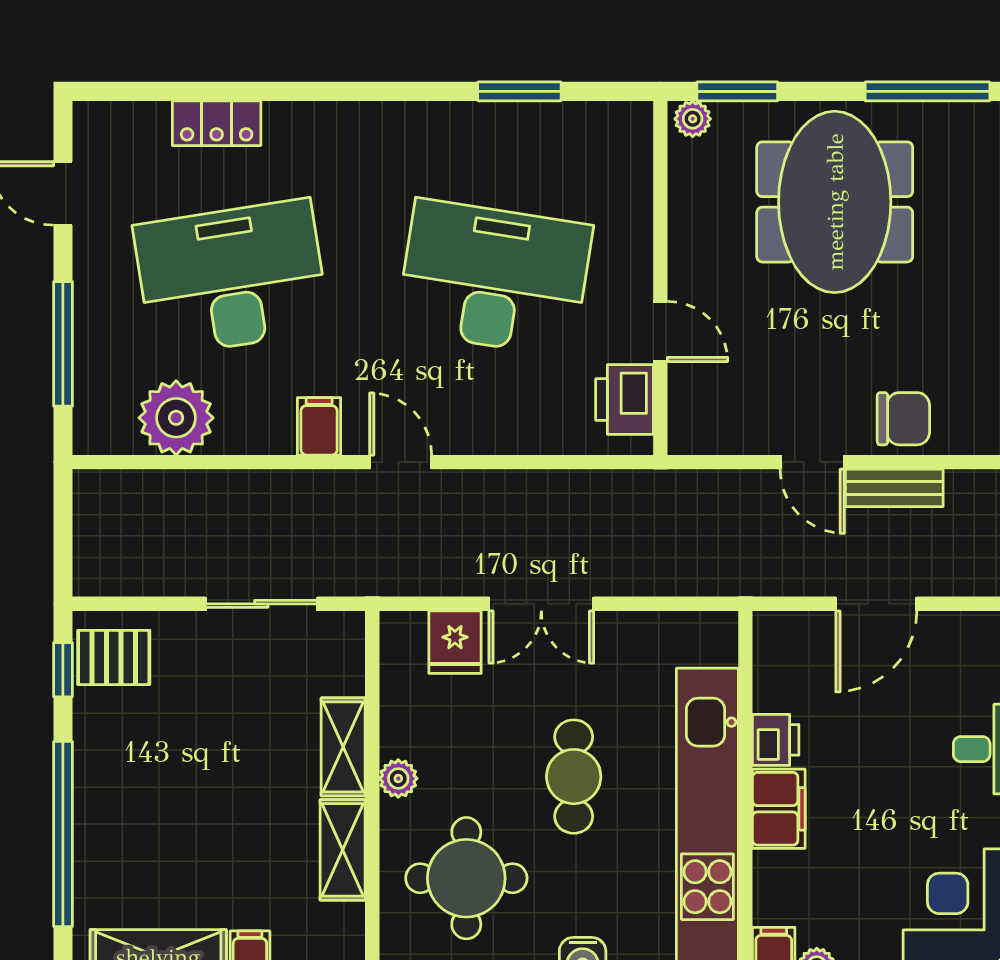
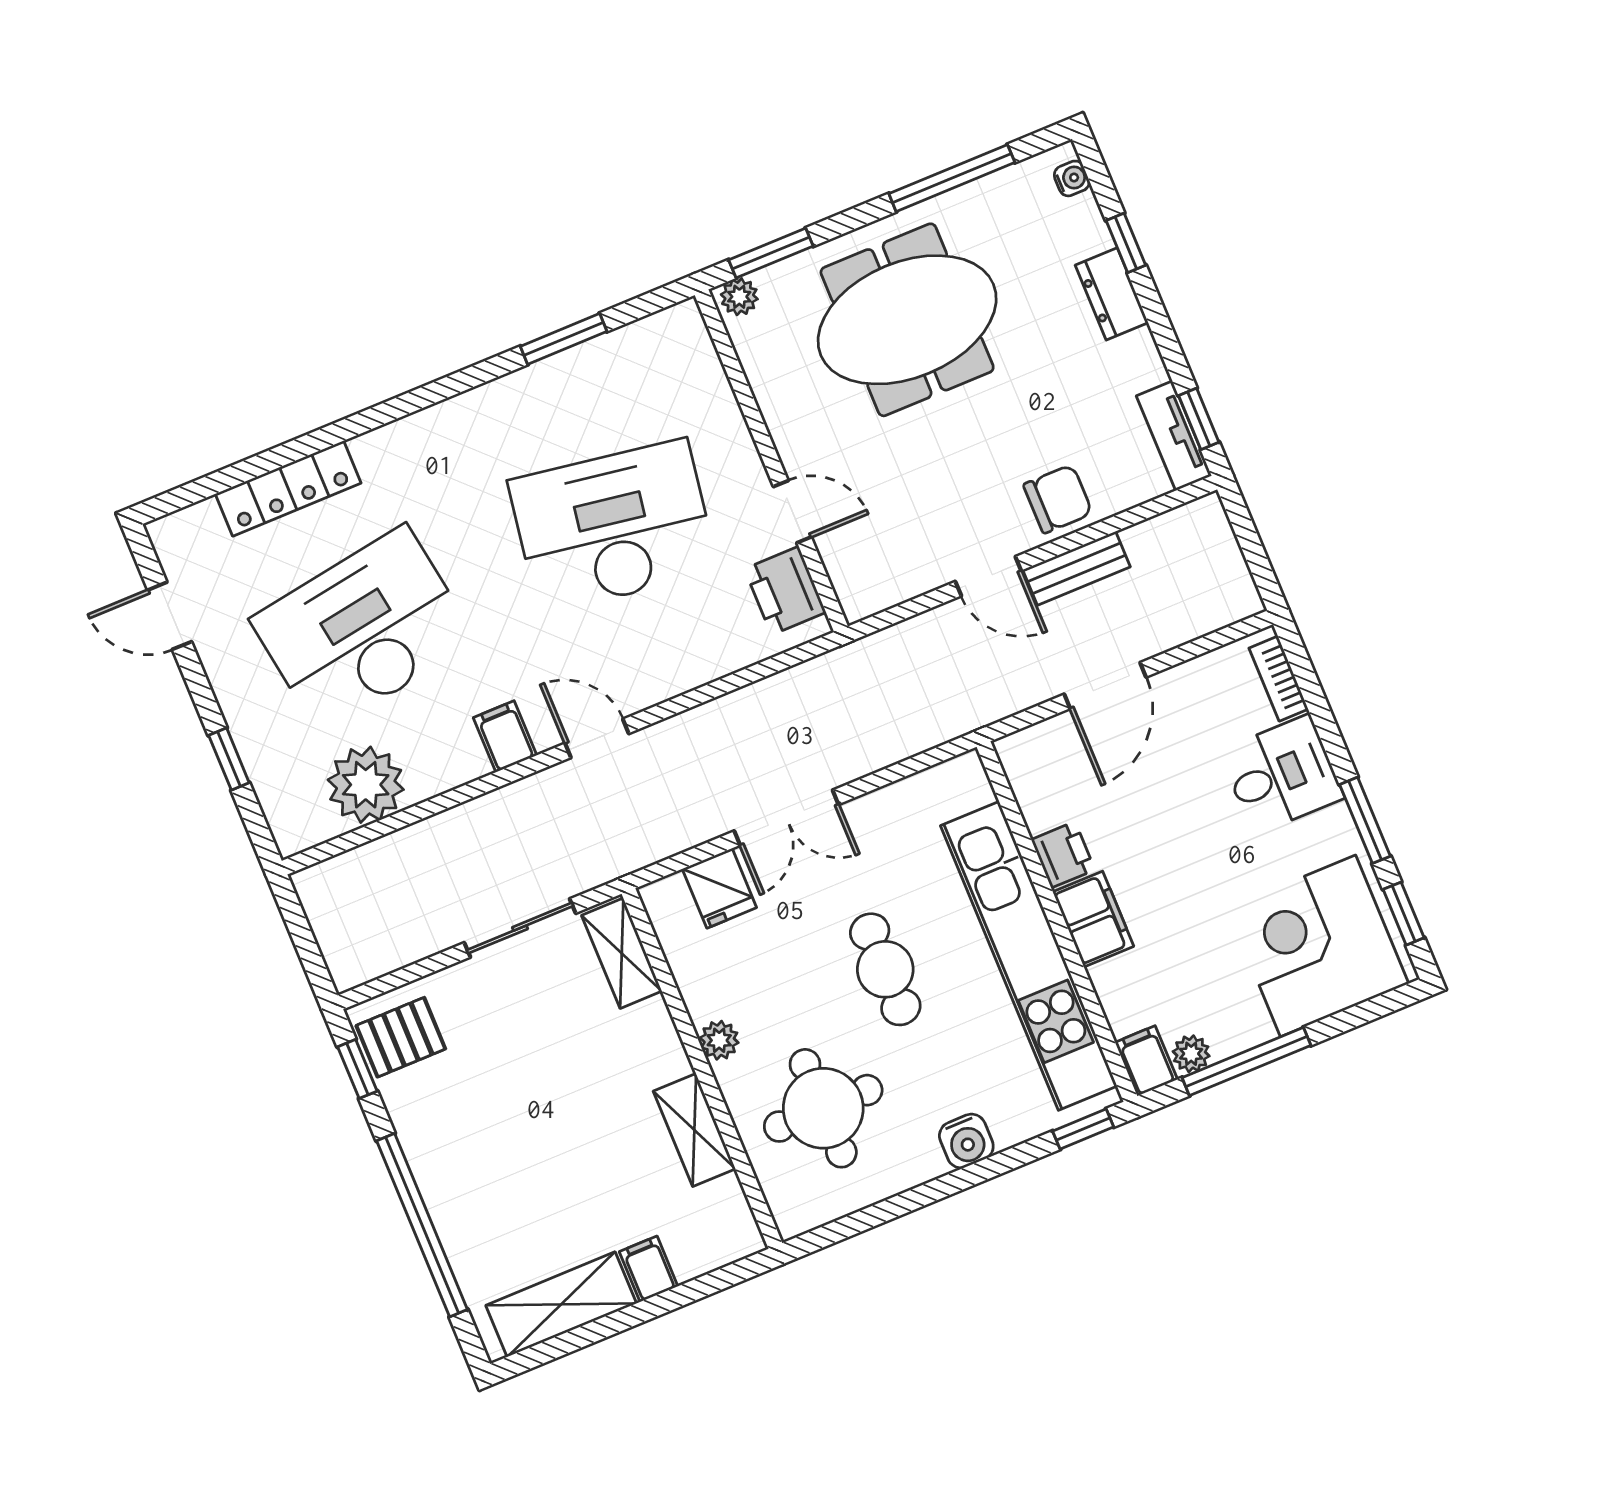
locker: (217, 123) -> (288, 488), width x1.53
meeting table: (835, 202) -> (907, 320), turned 90
window: (63, 344) -> (229, 759), width x0.46
shelving: (343, 747) -> (622, 953), moved

